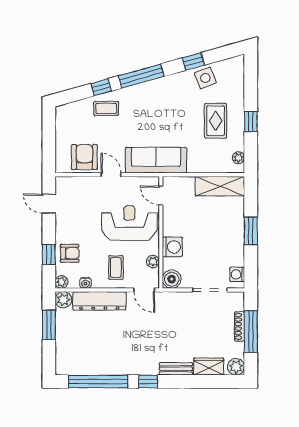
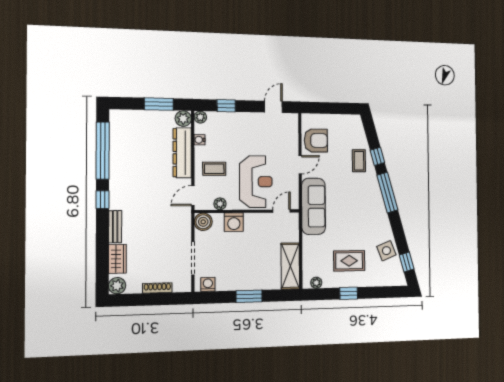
window: (193, 61) -> (407, 262), moved
armchair: (70, 253) -> (228, 125), removed
window: (251, 332) -> (152, 299), removed

